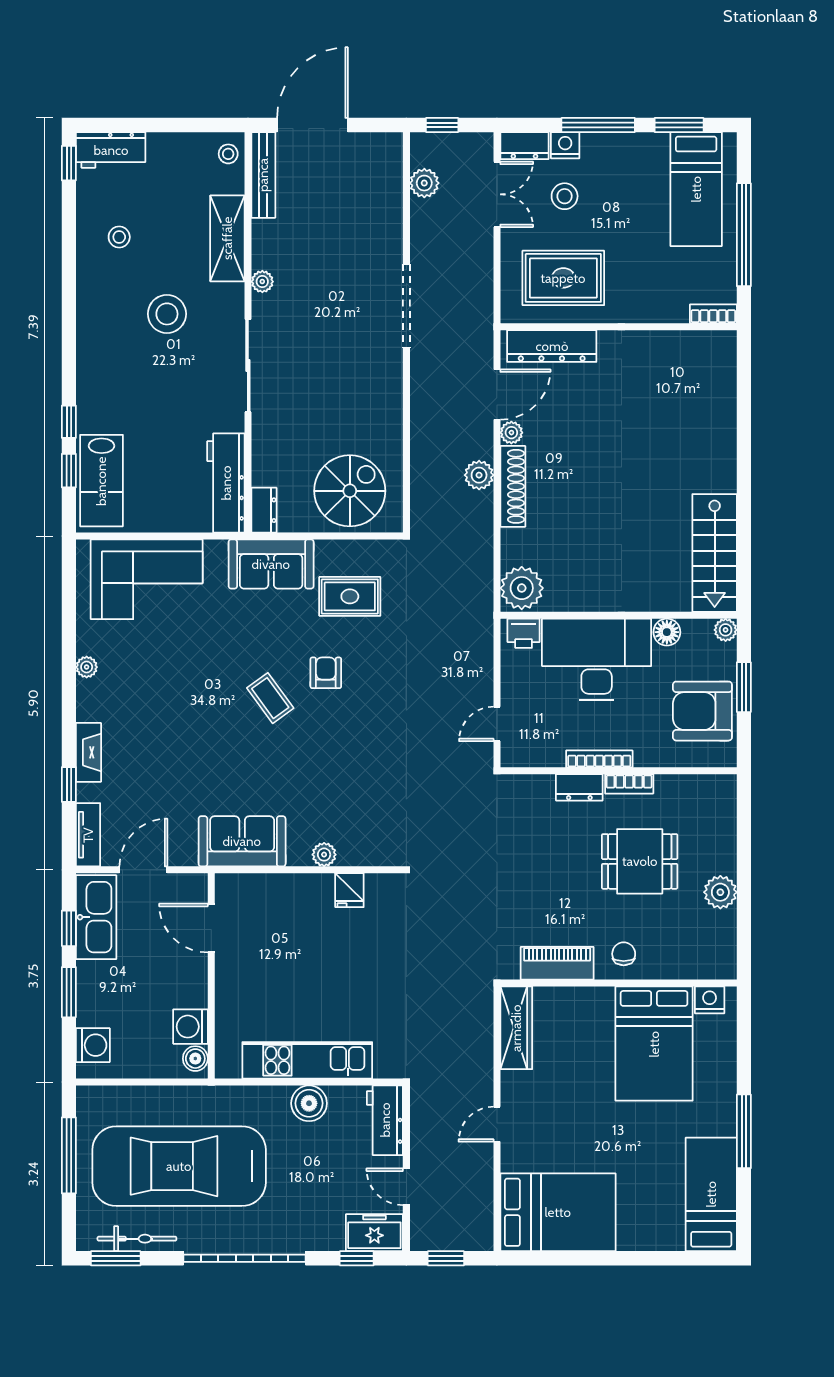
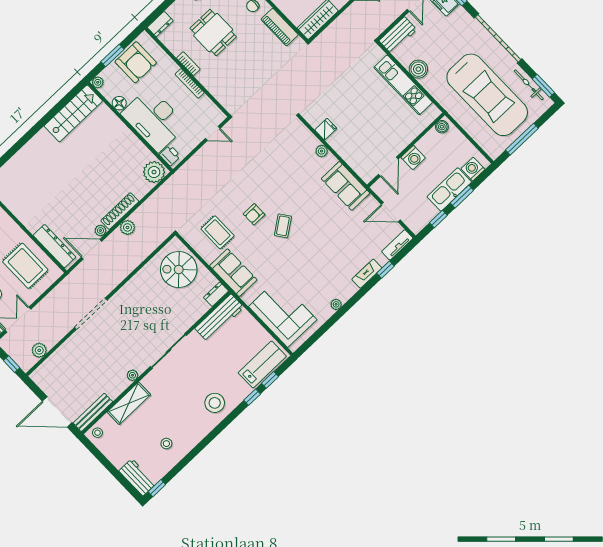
stool: (167, 314) -> (215, 403), moved
dresser: (579, 787) -> (160, 24), moved, turned 90
kitchen sink: (96, 917) -> (449, 189), moved
washing machine: (190, 1027) -> (413, 158), moved

